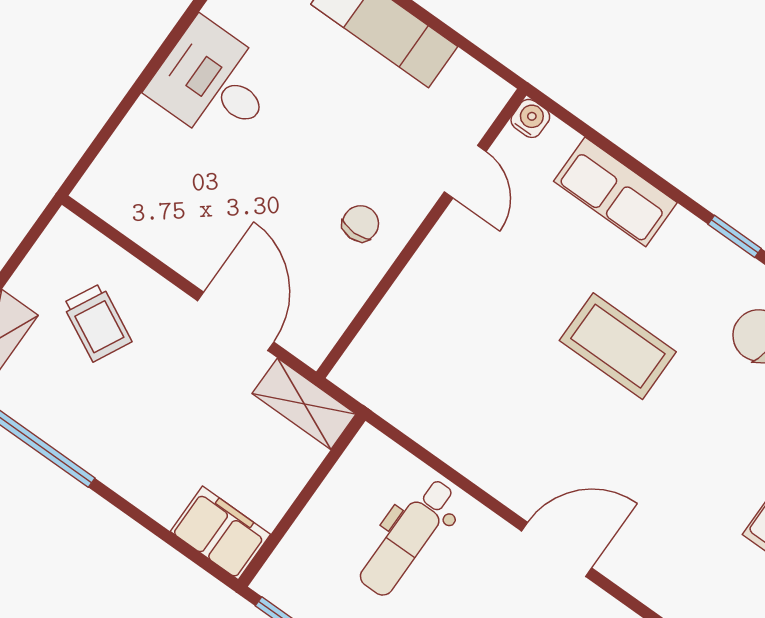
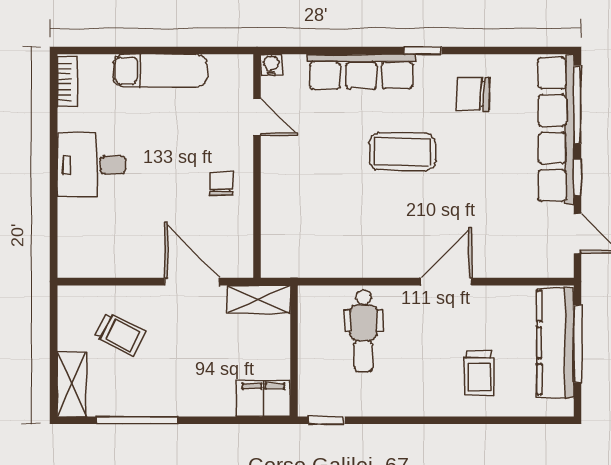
row of seats: (615, 192) -> (361, 72), width x1.48

